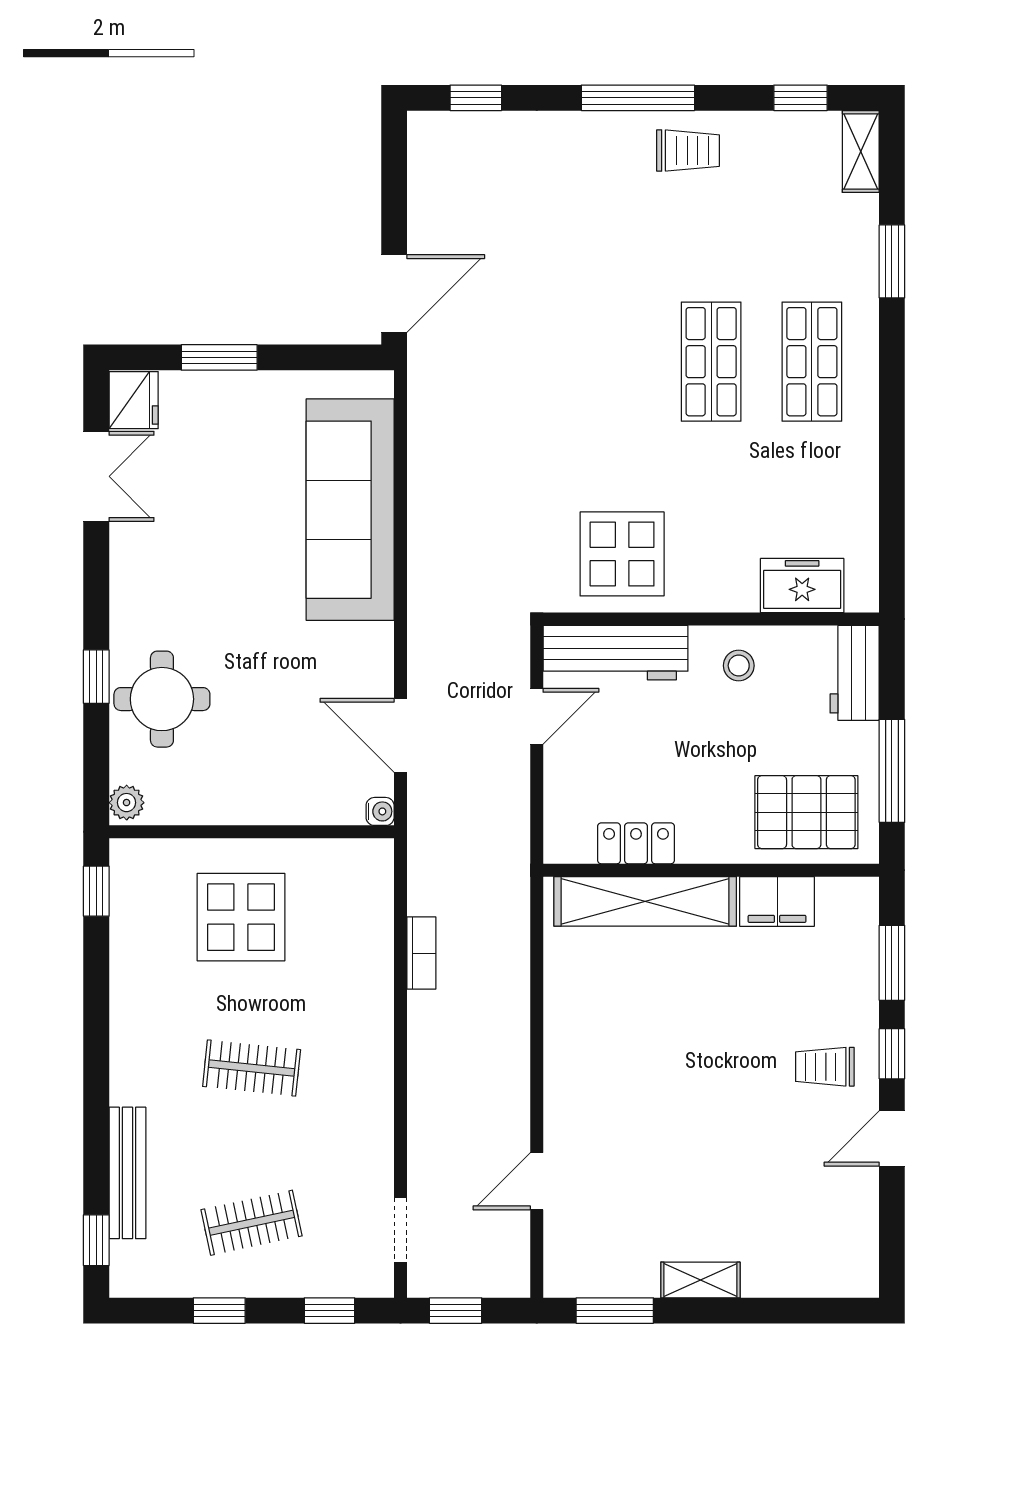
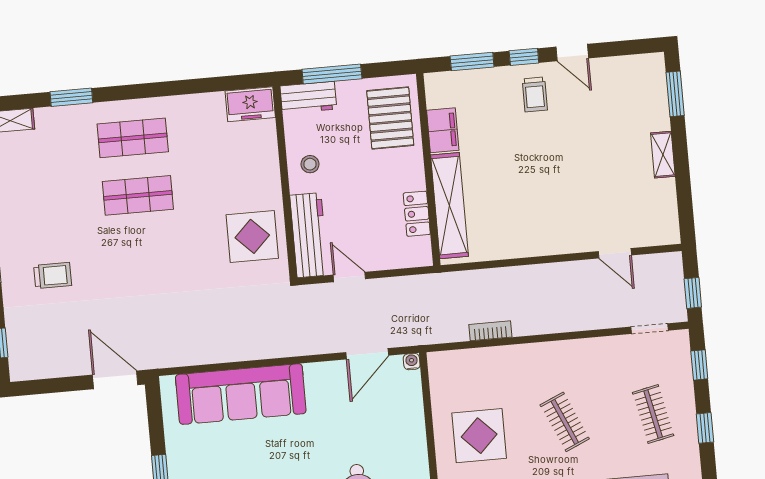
trolley: (688, 151) -> (53, 275), moved, turned 90
freezer: (802, 586) -> (250, 104), moved, turned -90
window: (892, 771) -> (332, 74), moved
clothes rail: (252, 1068) -> (565, 422), turned -30
window: (615, 1311) -> (675, 94), moved

